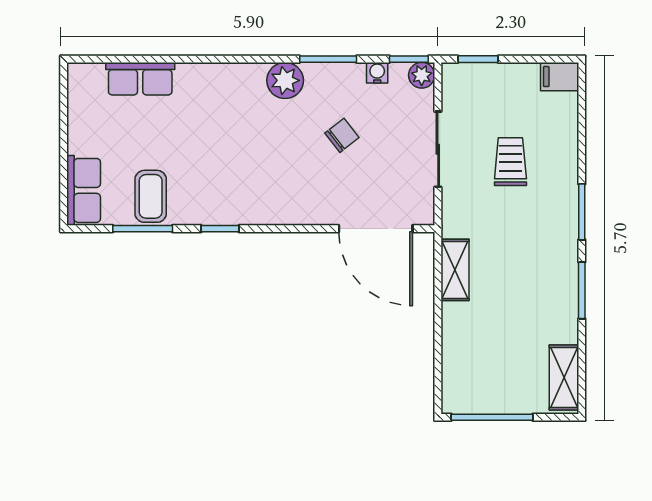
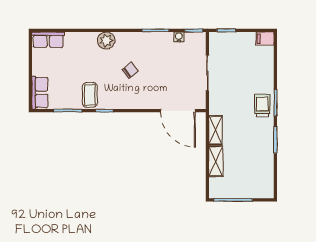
plant: (422, 75) -> (200, 38), removed
row of seats: (140, 79) -> (48, 40), moved
plant: (285, 80) -> (106, 41), moved
chair: (342, 135) -> (130, 70), moved
trolley: (510, 162) -> (262, 106), moved
coffee table: (151, 196) -> (90, 95), moved
shelving: (564, 378) -> (216, 161), moved

